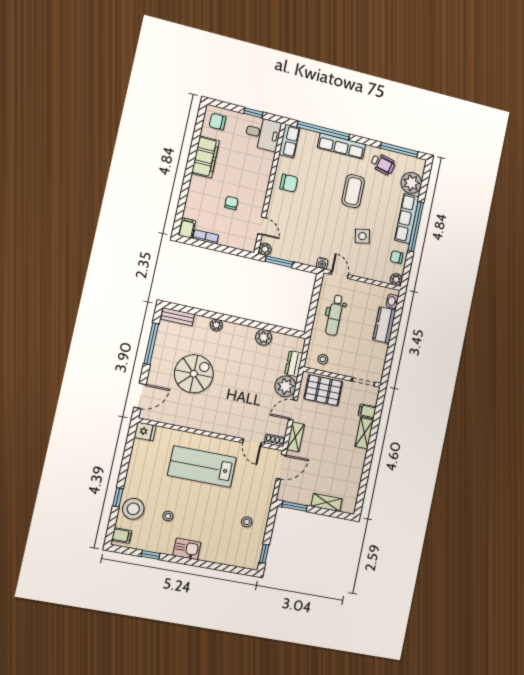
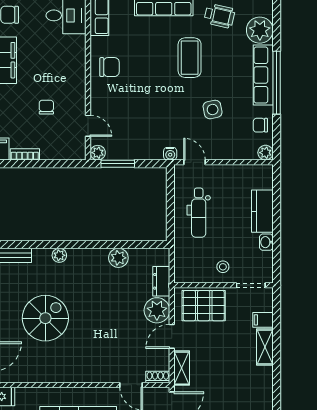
washbasin: (392, 301) -> (266, 242), moved
stool: (323, 359) -> (223, 267), moved

